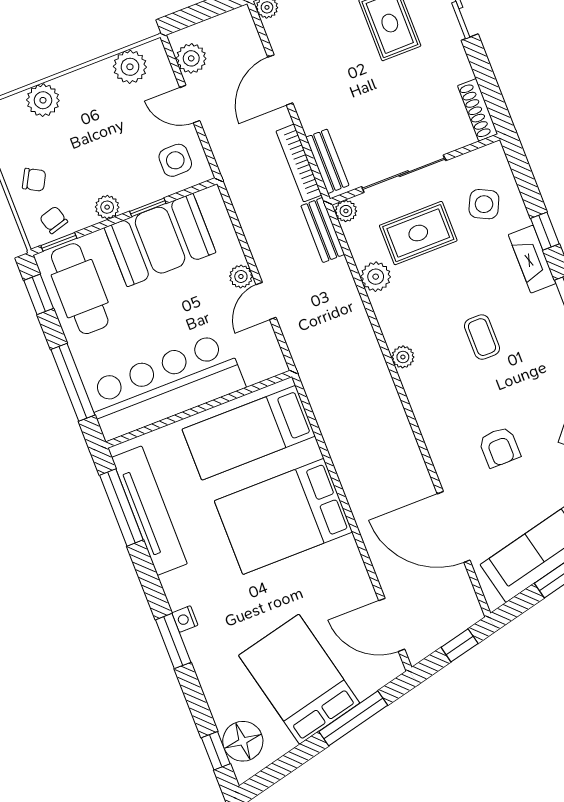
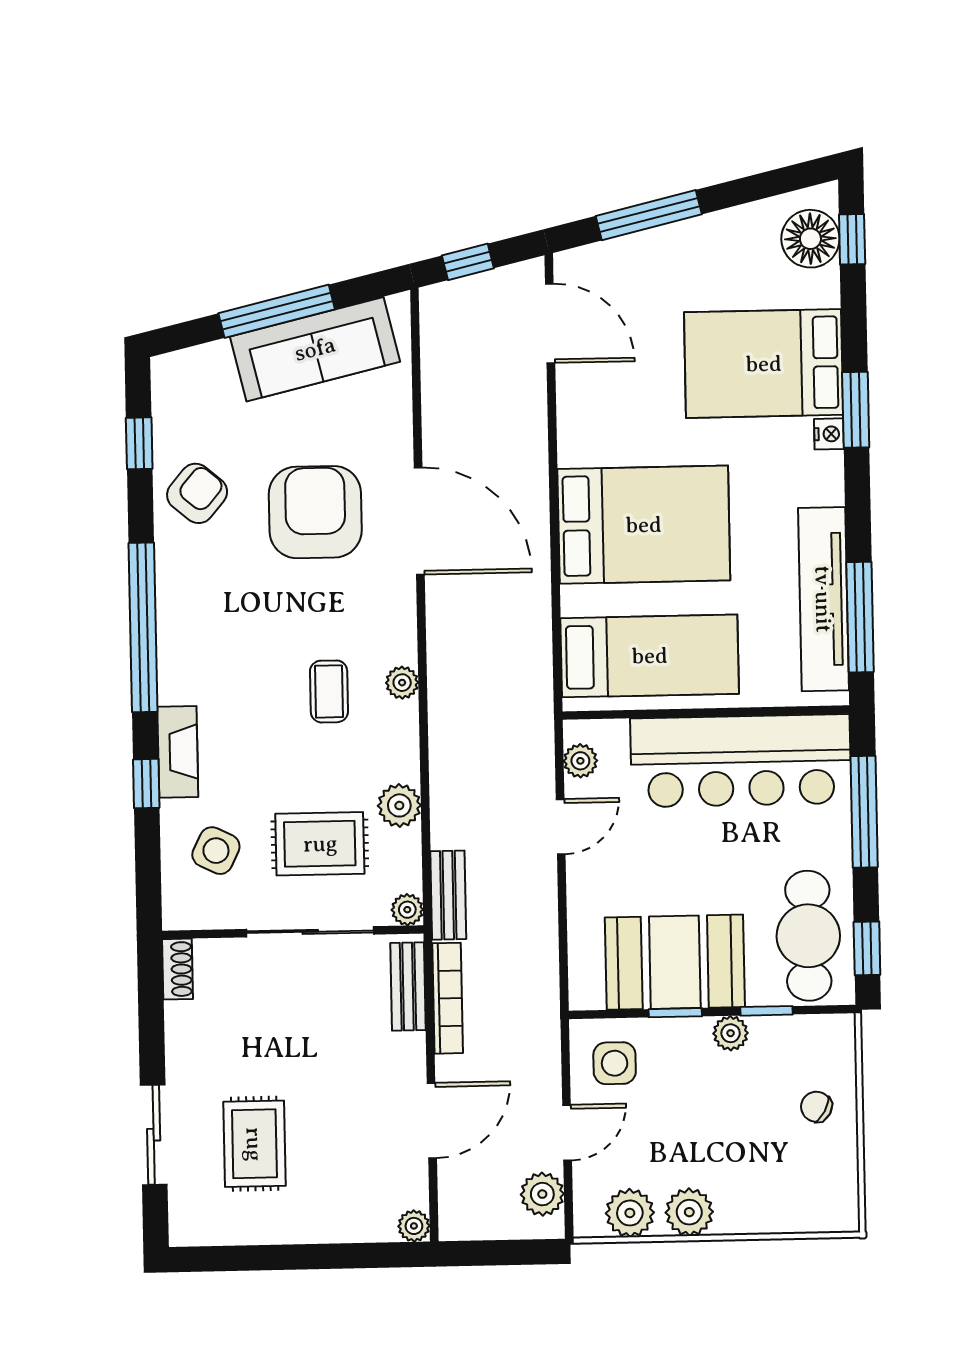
plant: (43, 100) -> (689, 1212), moved
door: (190, 104) -> (567, 1133), hinge flipped
shoe rack: (478, 110) -> (178, 969), width x0.70
chair: (54, 220) -> (810, 1042), removed
window: (59, 242) -> (767, 1011), moved
plant: (241, 276) -> (580, 761), moved
coffee table: (482, 337) -> (329, 691), moved
armchair: (499, 447) -> (315, 512), width x1.88, depth x1.88
door: (454, 527) -> (419, 521), moved
bed: (299, 679) -> (764, 364), moved, turned 103

